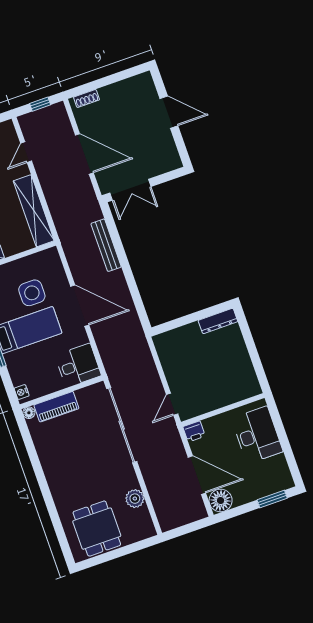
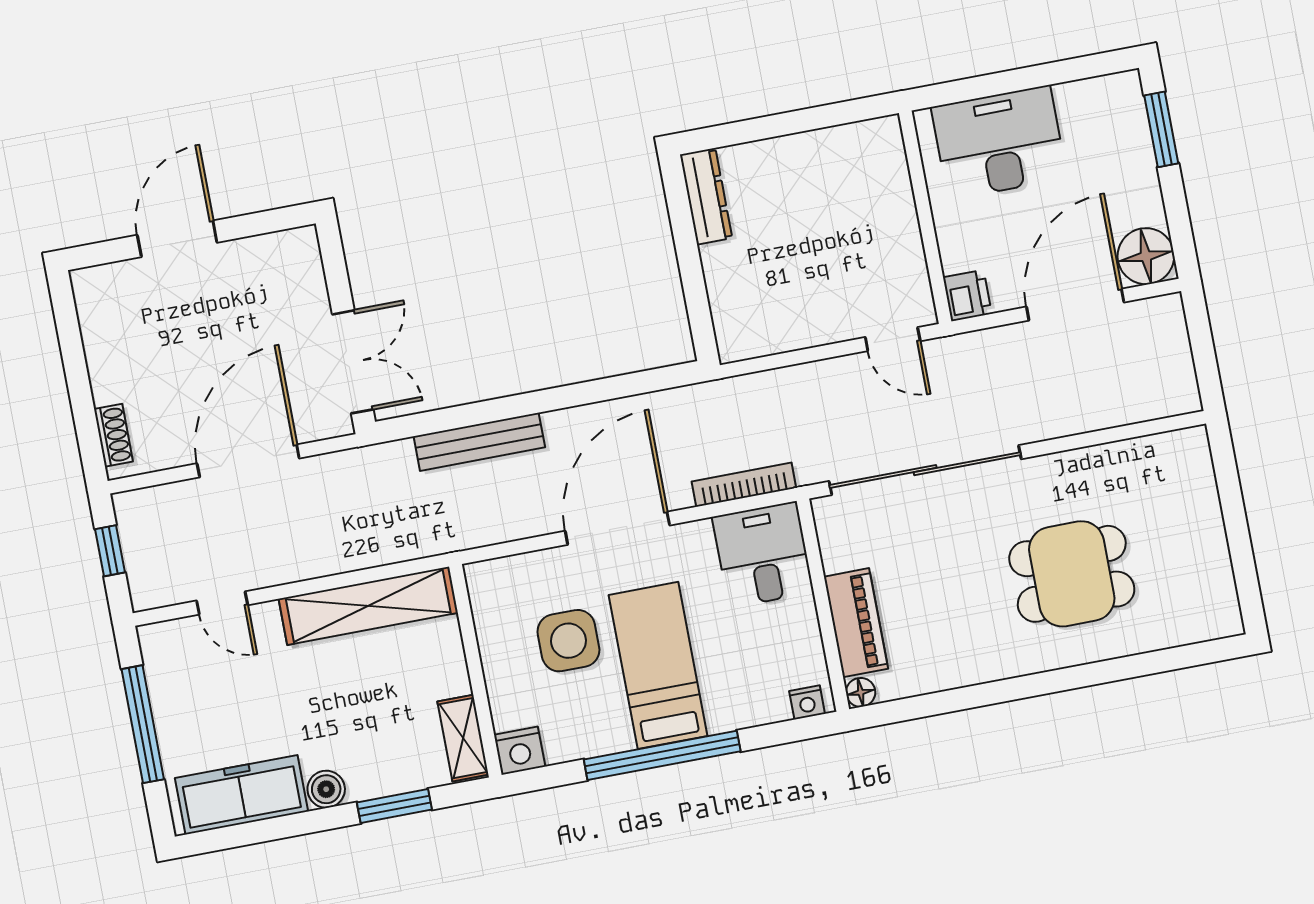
bookcase: (105, 354) -> (744, 485), added
plant: (135, 499) -> (1109, 465), removed
dining table: (97, 529) -> (1072, 574), moved

